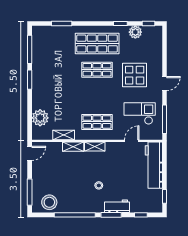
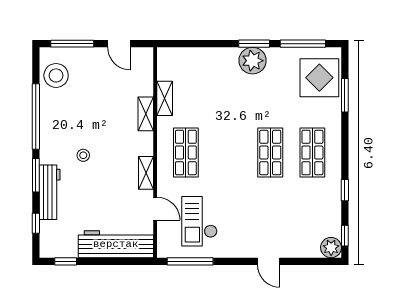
plant: (135, 32) -> (331, 248), moved
shop shelf: (97, 44) -> (312, 153), width x0.70, depth x0.74
display table: (135, 75) -> (319, 78), moved
door: (164, 84) -> (269, 261), moved
checkout: (140, 114) -> (199, 221), turned 180
plant: (40, 118) -> (253, 61), moved
shelving: (95, 147) -> (146, 173), moved
door: (30, 153) -> (119, 44), moved
workbench: (117, 206) -> (50, 192), width x1.38

